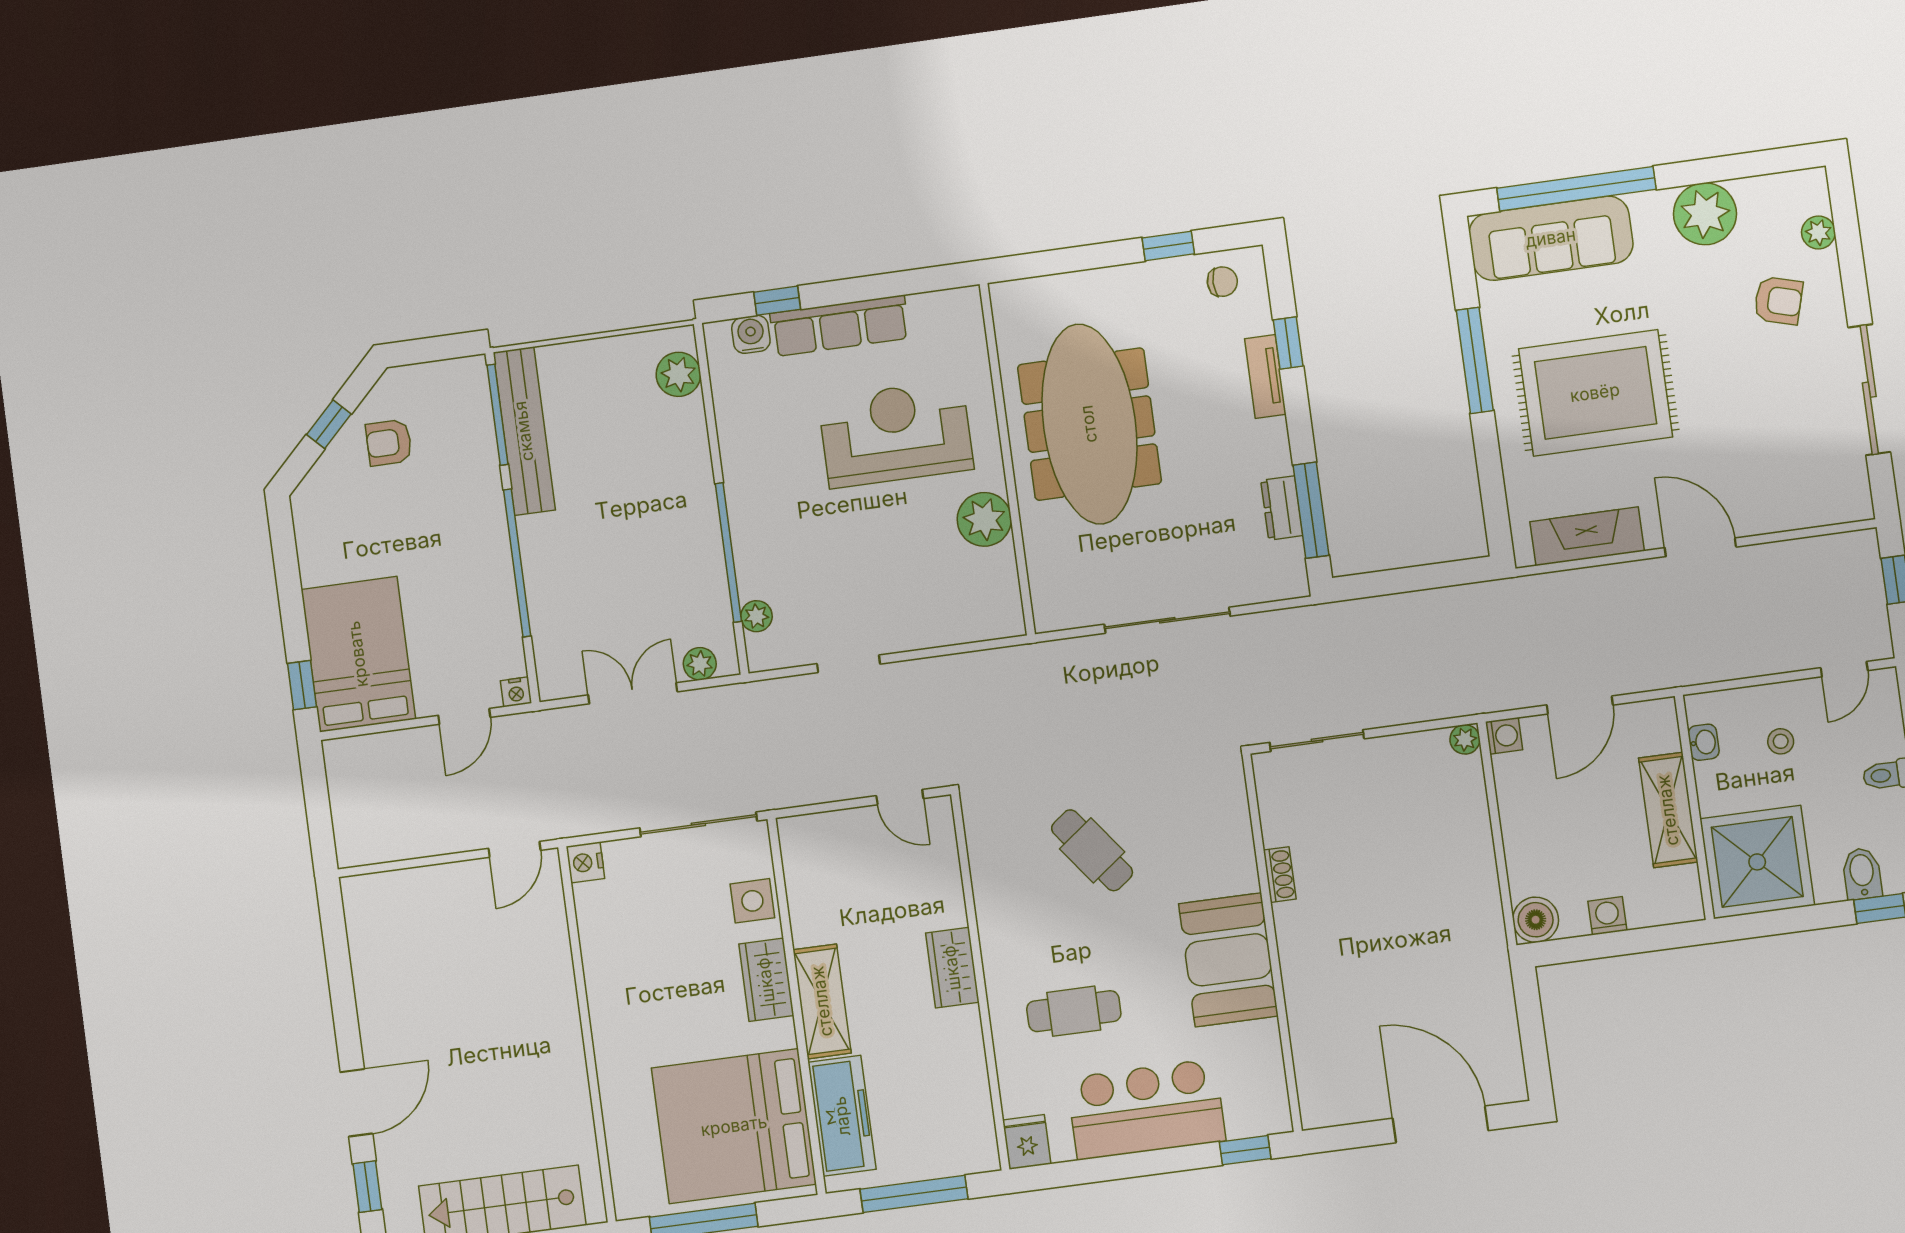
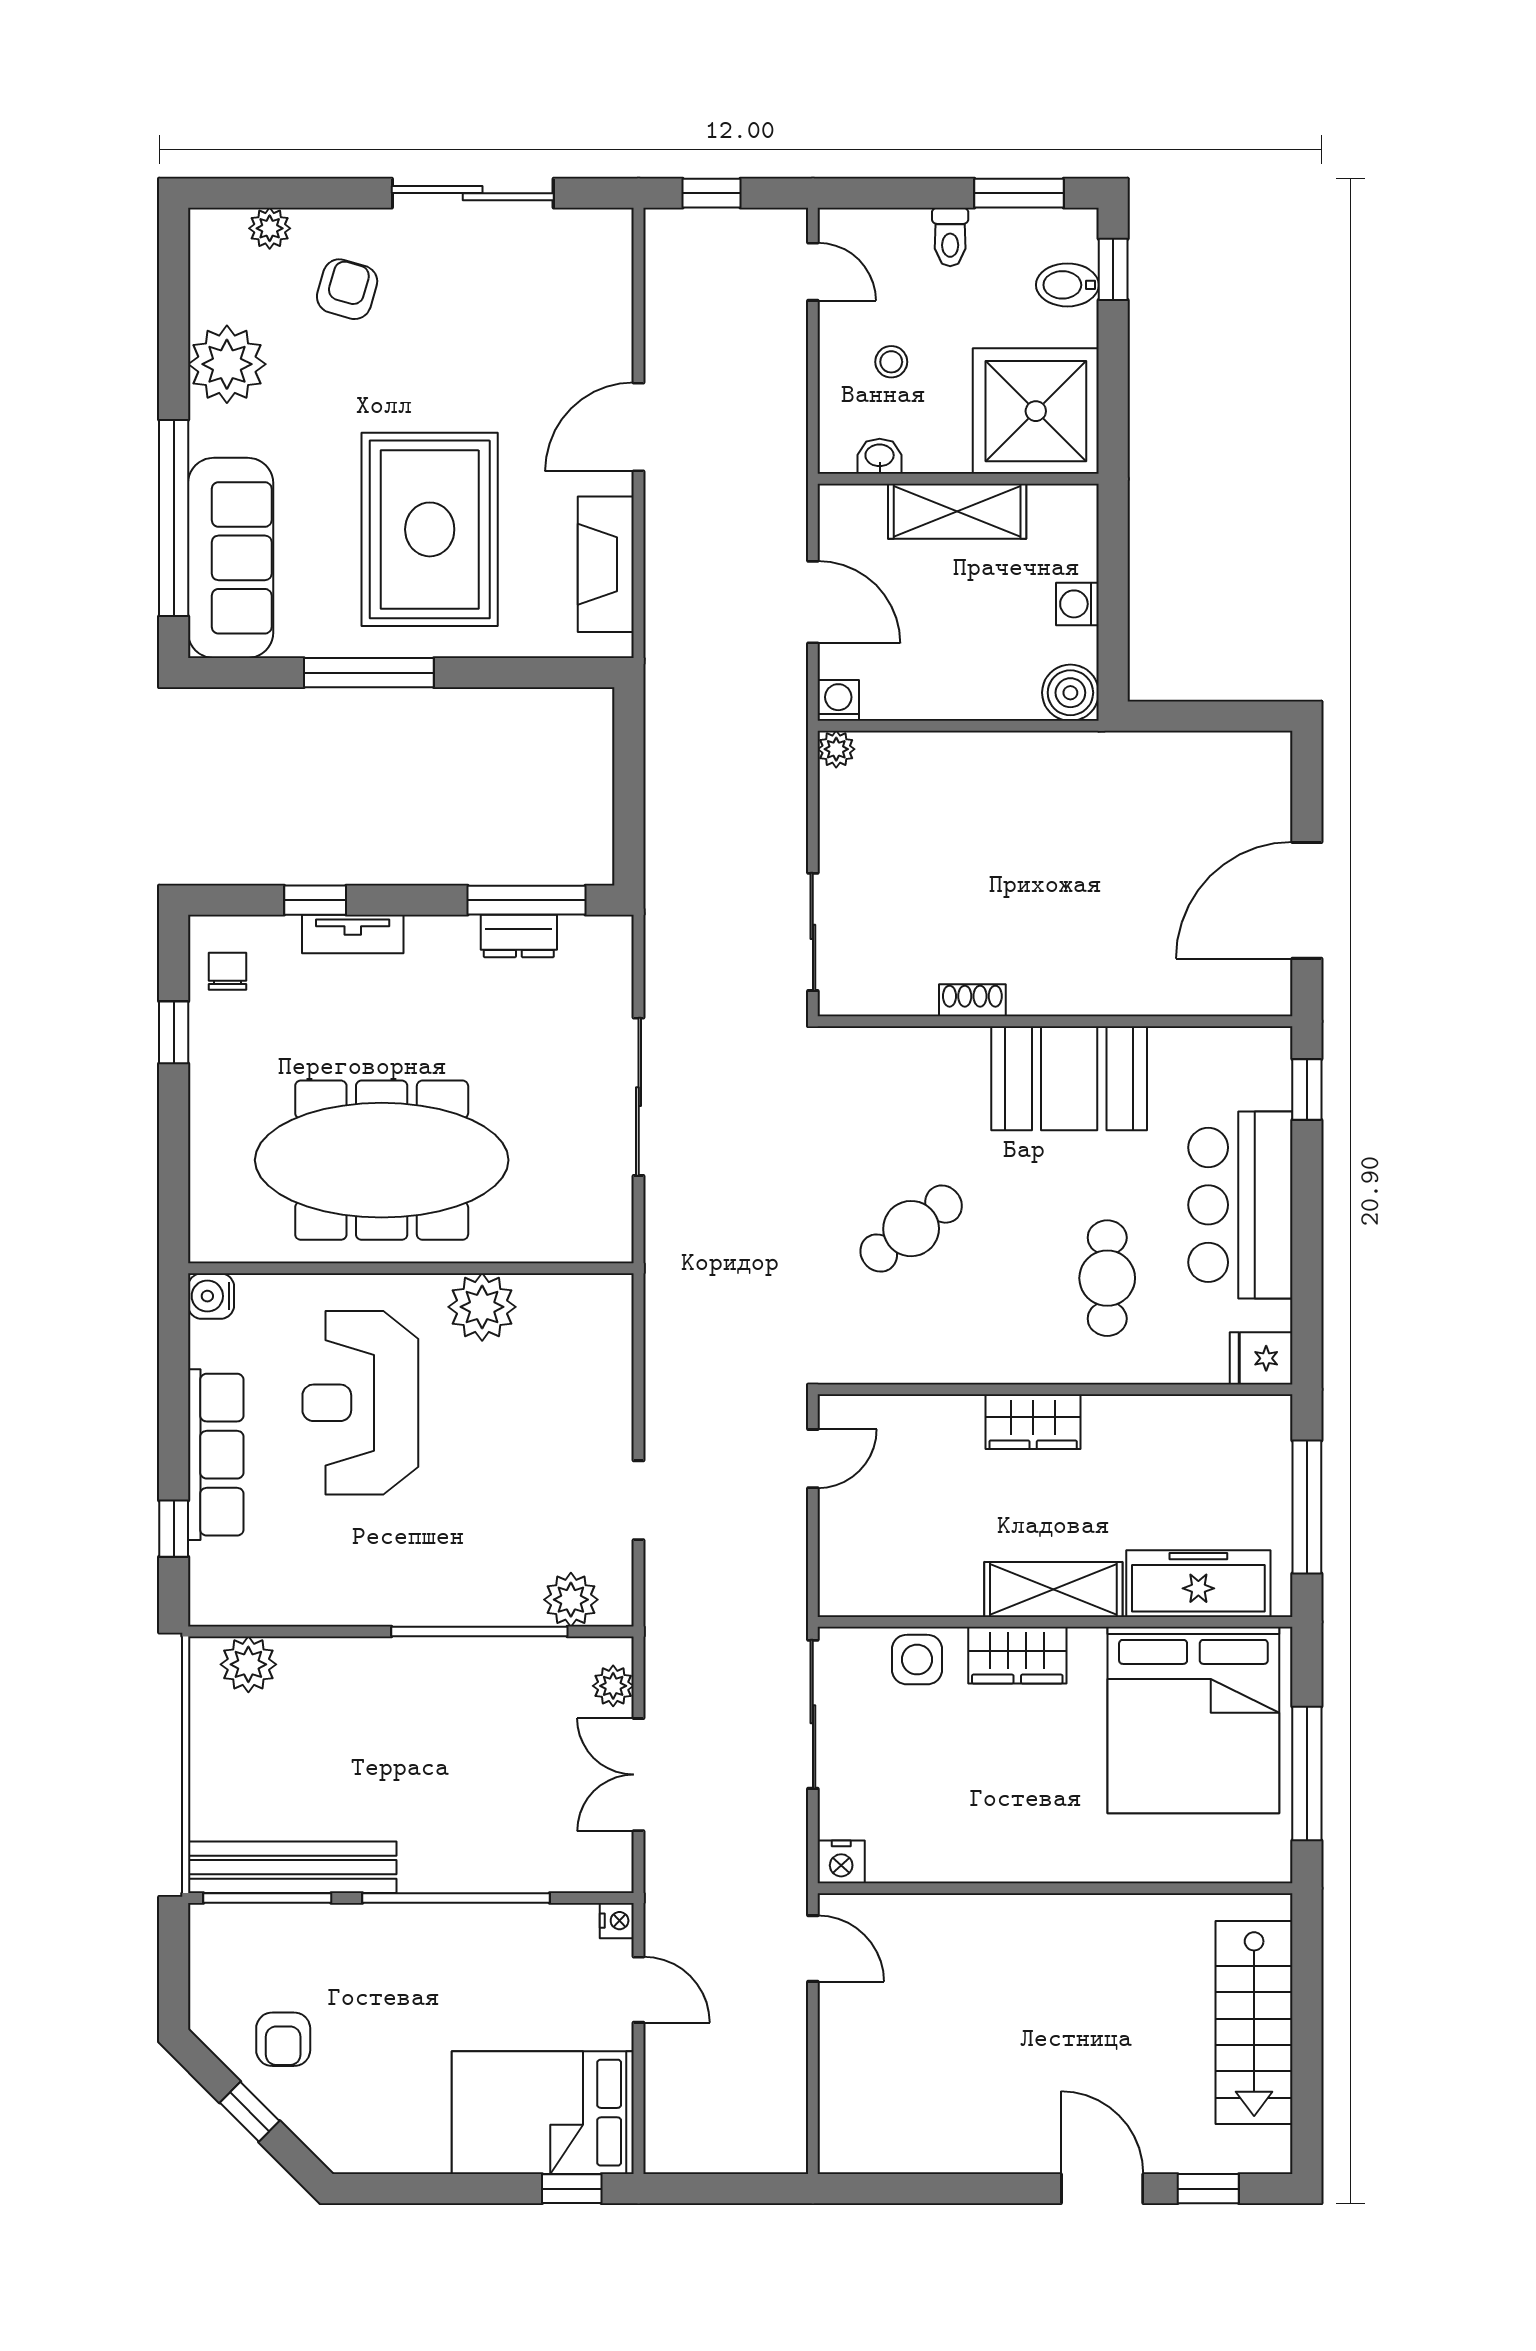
water cooler: (751, 334) -> (211, 1296), moved
plant: (756, 616) -> (571, 1600), width x1.38, depth x1.38
door: (1440, 1124) -> (1307, 900), moved

